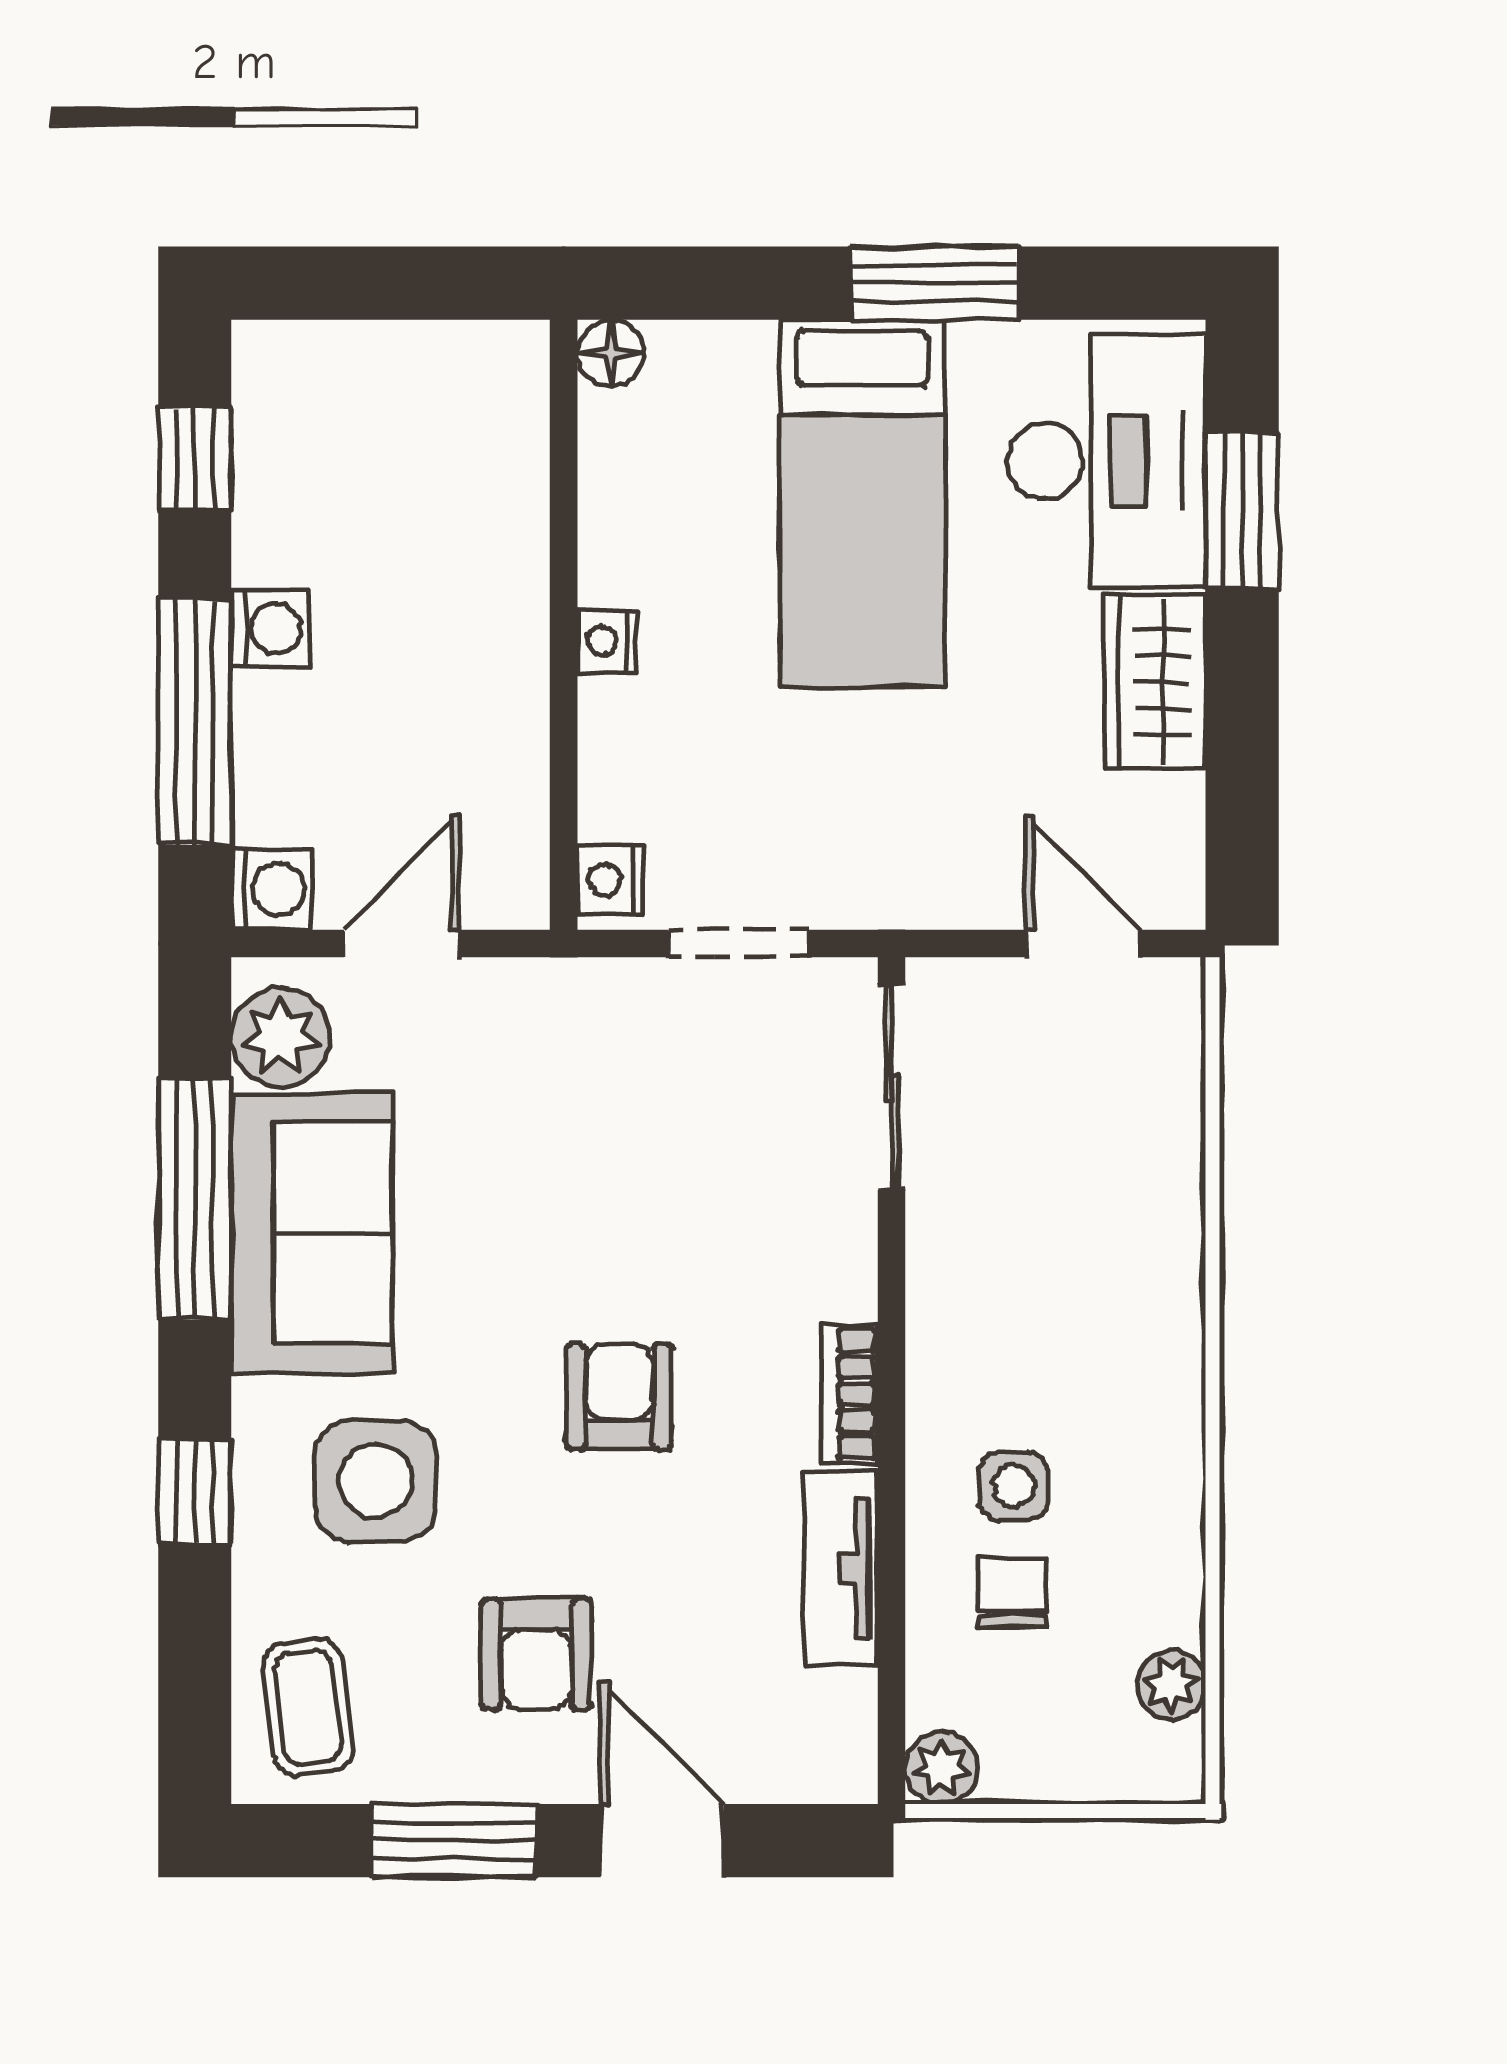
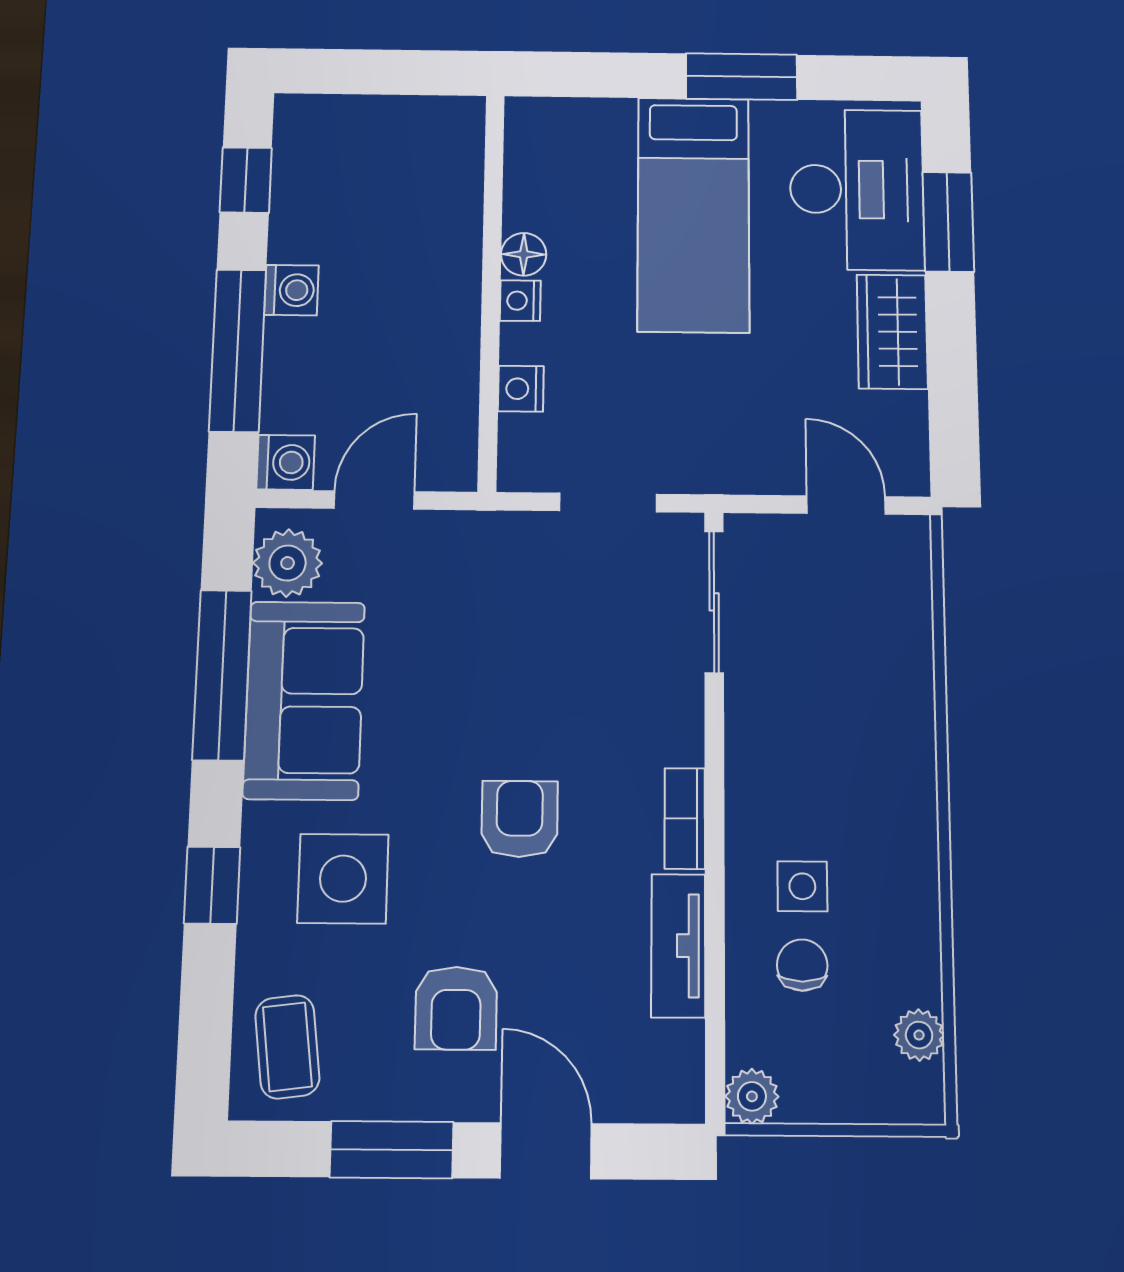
floor lamp: (611, 353) -> (524, 254), moved
nightstand: (610, 879) -> (521, 389), moved

